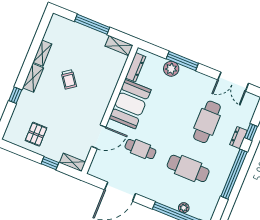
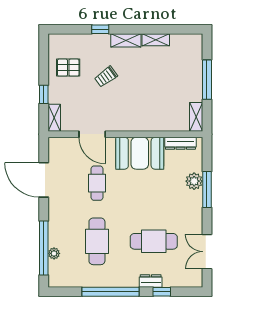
trolley: (69, 79) -> (106, 77), moved

